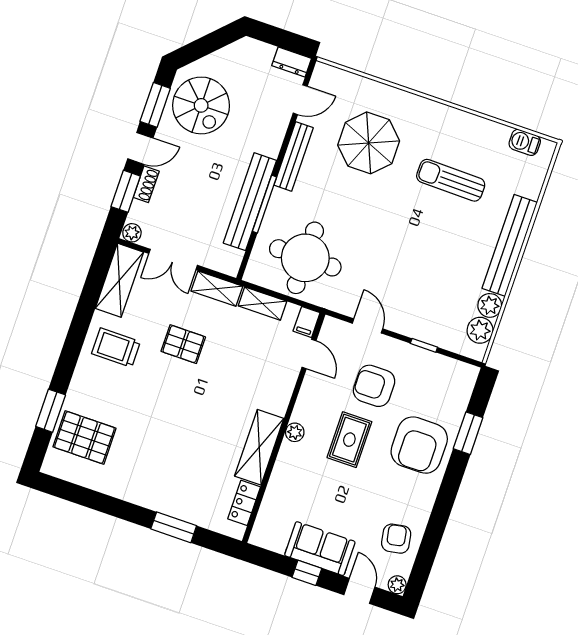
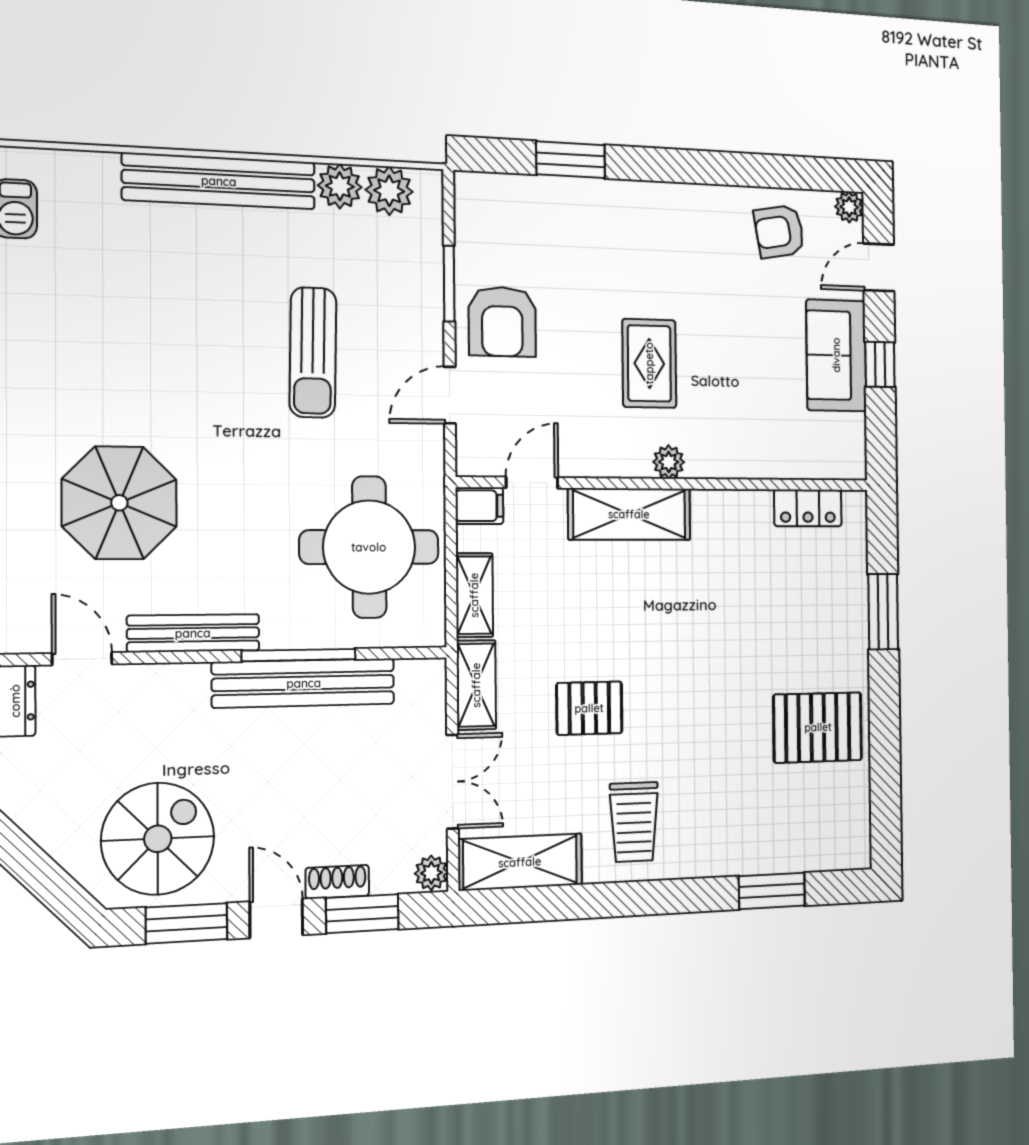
sun lounger: (451, 180) -> (313, 352), moved
pallet: (183, 344) -> (589, 708), turned 90
window: (424, 345) -> (449, 284), width x1.50
armchair: (374, 386) -> (502, 322), moved
pallet: (84, 438) -> (818, 727), moved, turned 90
rug: (349, 440) -> (649, 363), turned 90
armchair: (419, 445) -> (618, 239), removed
shelving: (259, 447) -> (629, 514), moved

